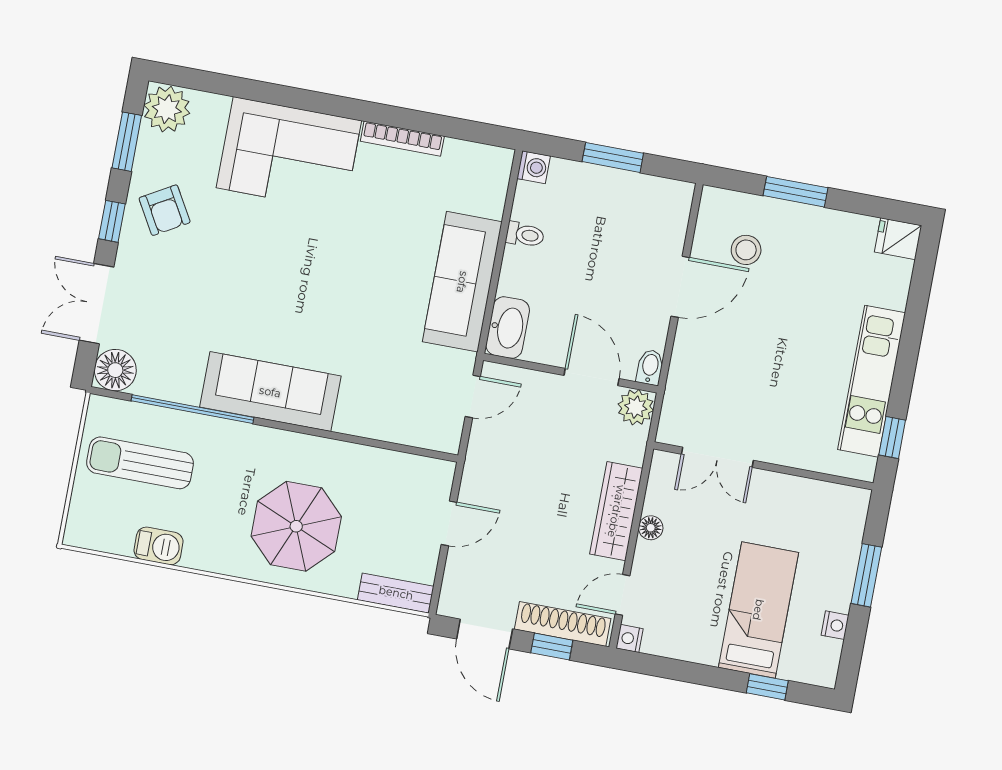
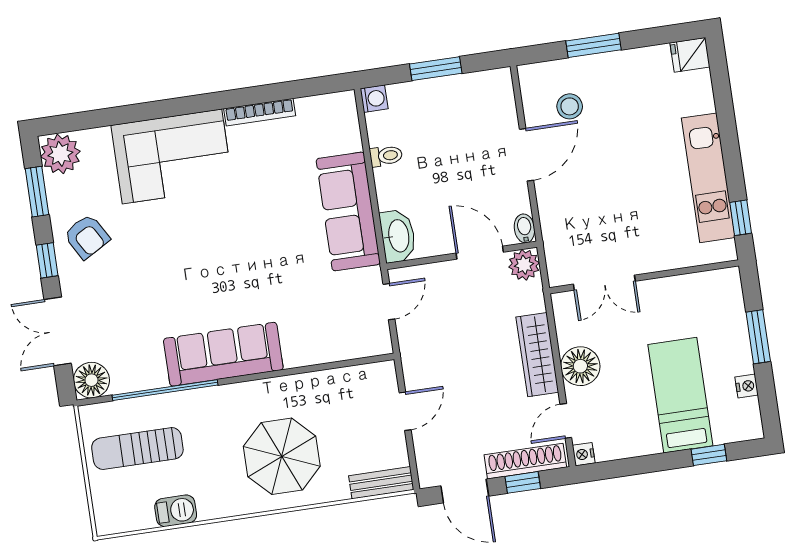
floor lamp: (651, 528) -> (580, 366), width x1.89, depth x1.89

